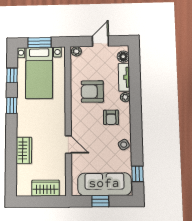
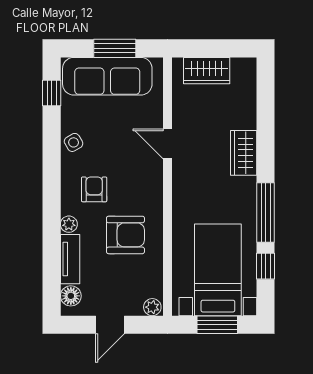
window: (12, 106) -> (266, 213), width x2.17
wardrobe: (24, 150) -> (244, 153), moved
window: (100, 201) -> (115, 48), width x1.50

